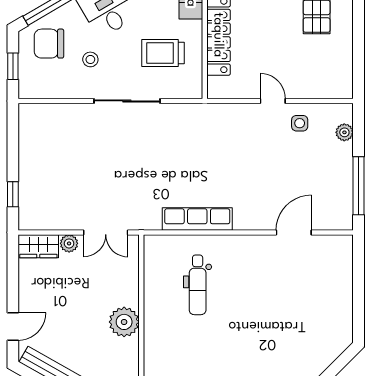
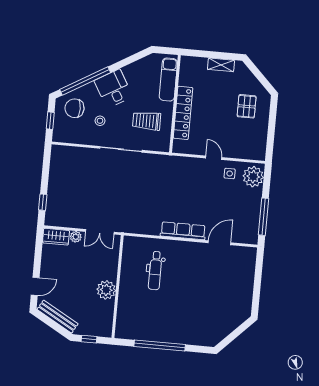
plant: (344, 132) -> (253, 177), width x1.87, depth x1.87
row of seats: (197, 219) -> (183, 231), moved

